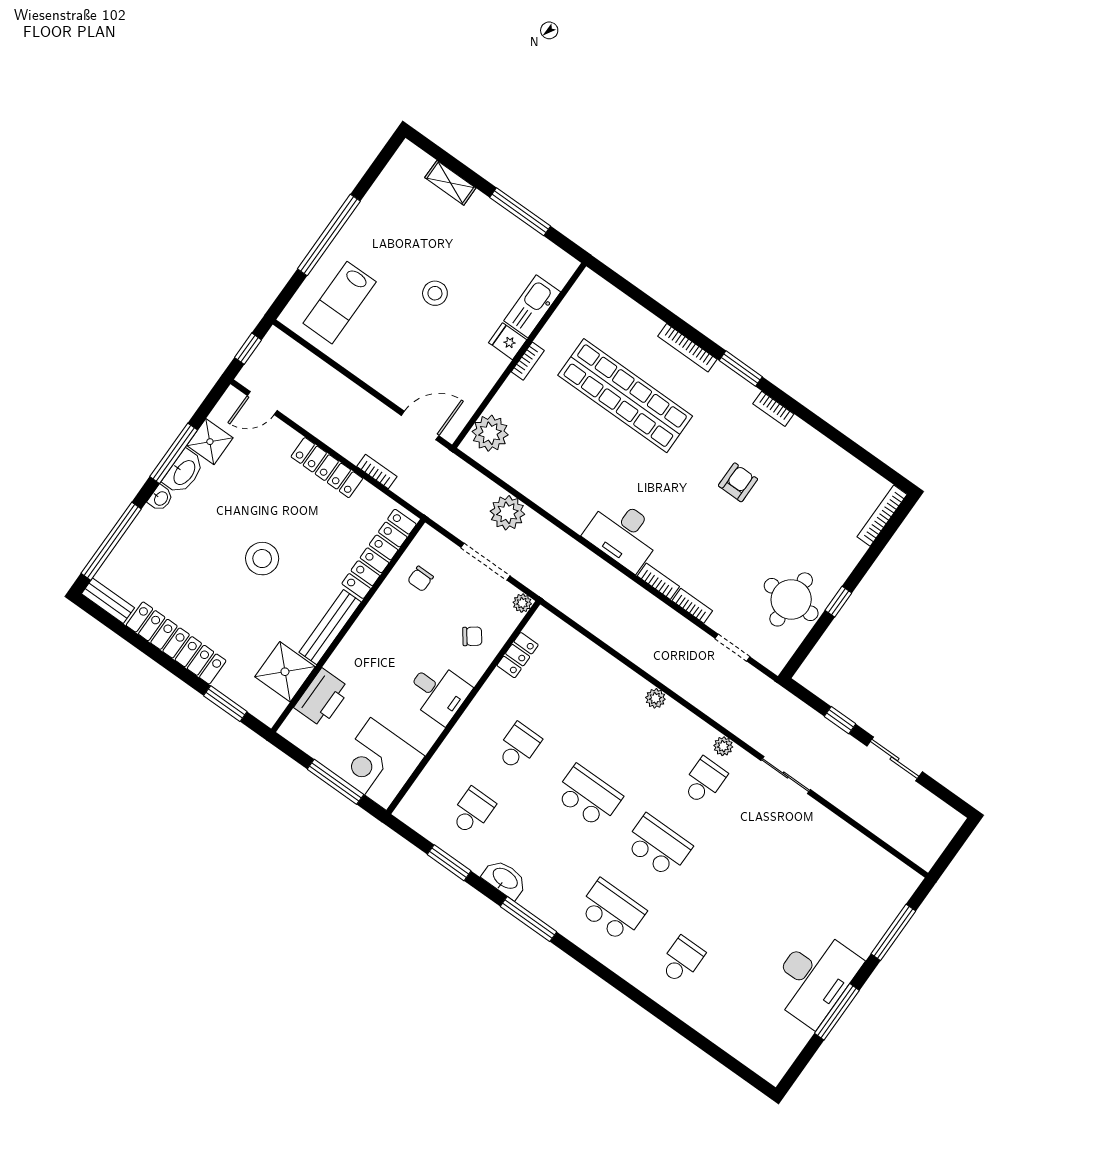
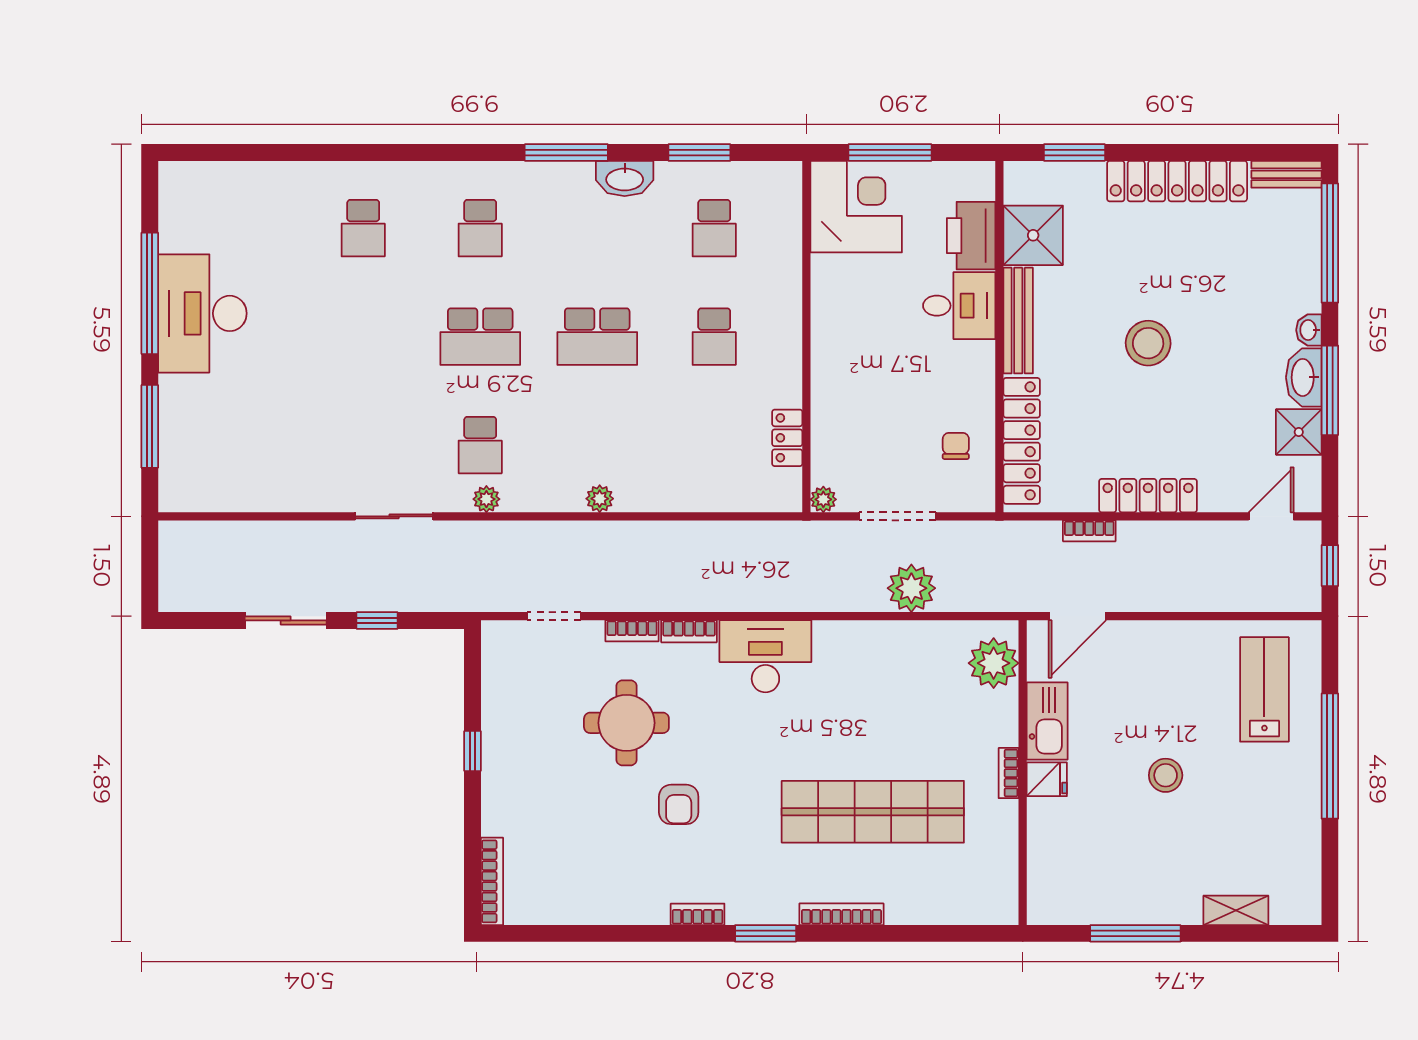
kitchen sink: (532, 306) -> (1047, 721), moved
round table: (791, 599) -> (626, 723), moved
chair: (472, 636) -> (853, 423), removed
desk: (438, 692) -> (959, 306), moved, turned 180
school desk: (612, 911) -> (480, 228), width x0.54
window: (837, 1012) -> (150, 293), width x1.46

